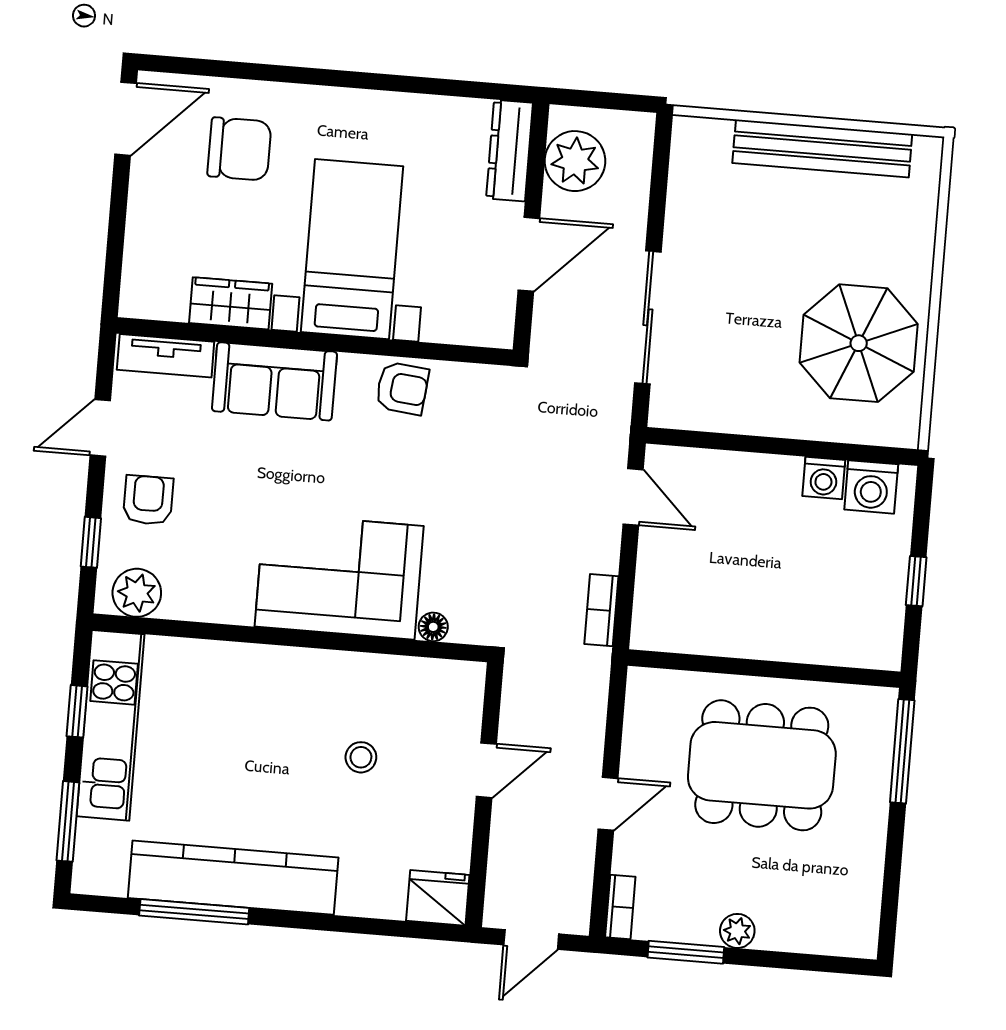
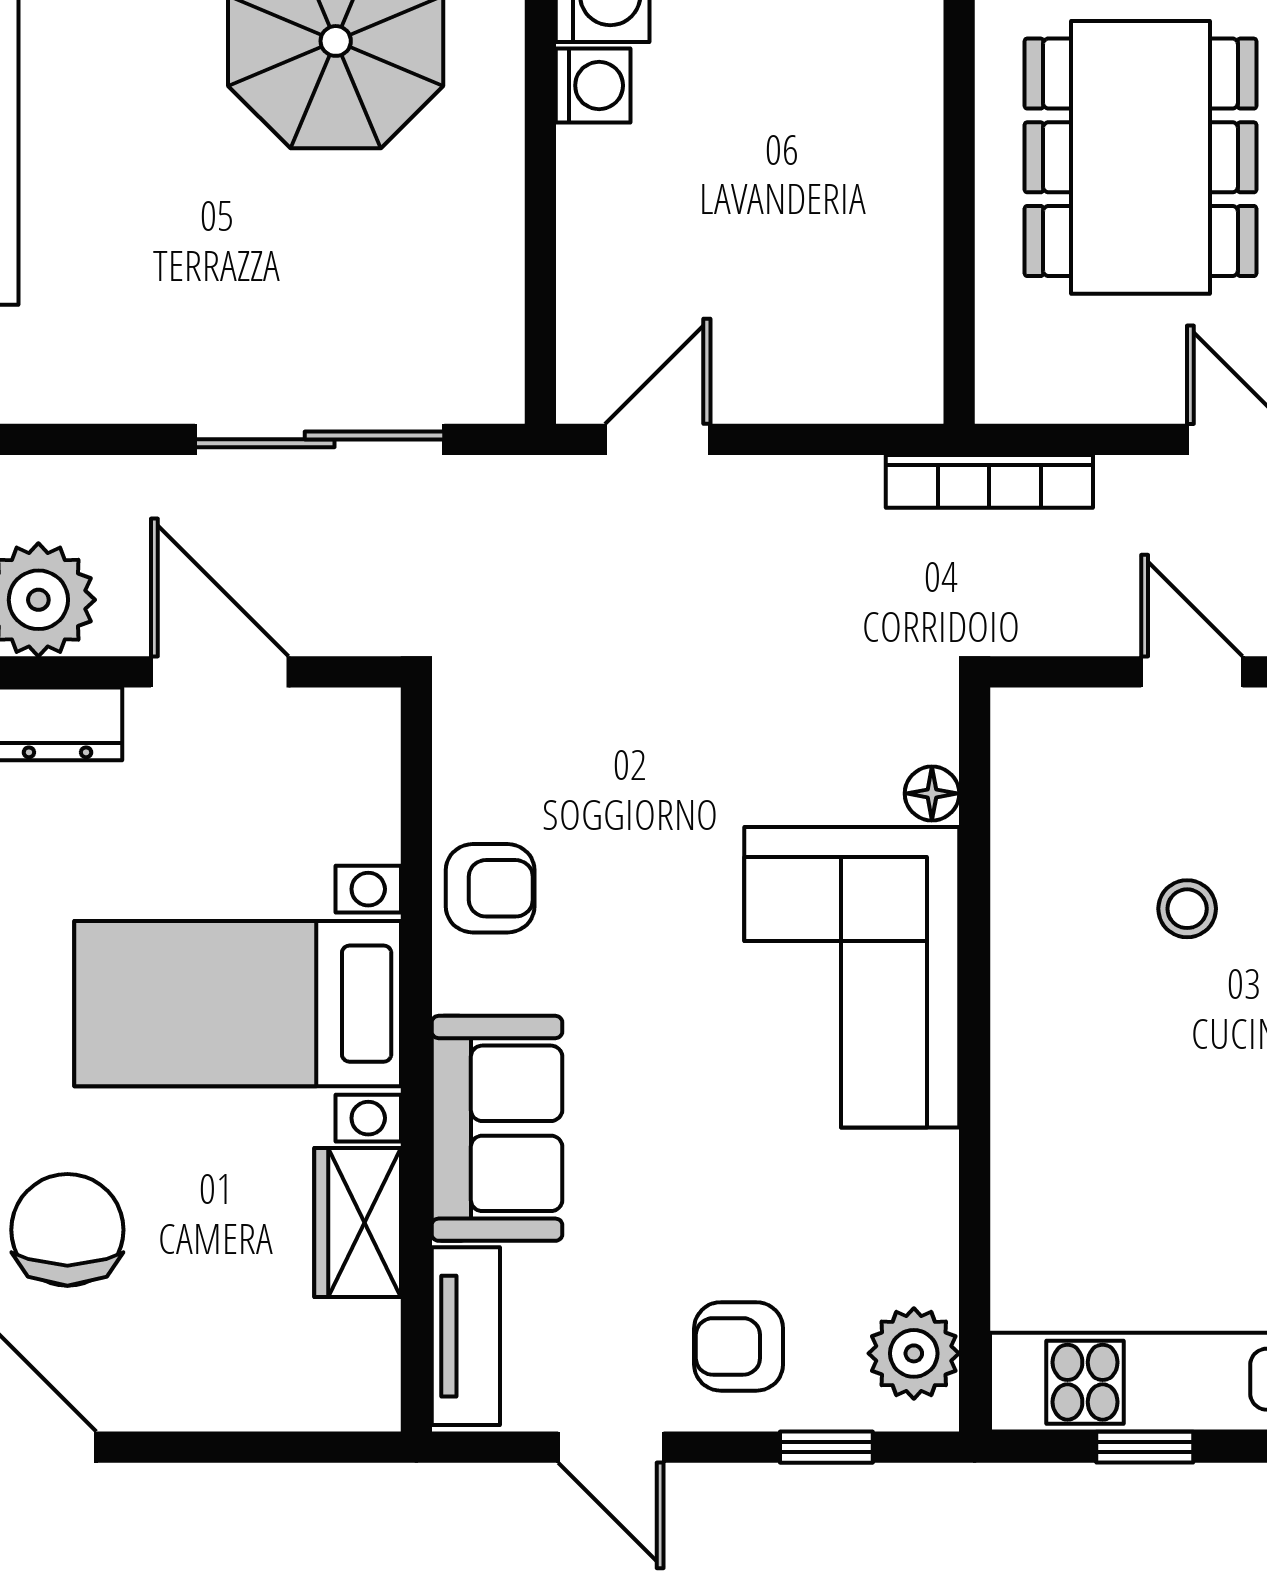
armchair: (402, 388) -> (490, 888), turned 84
bookcase: (601, 610) -> (989, 481), moved, width x1.56

